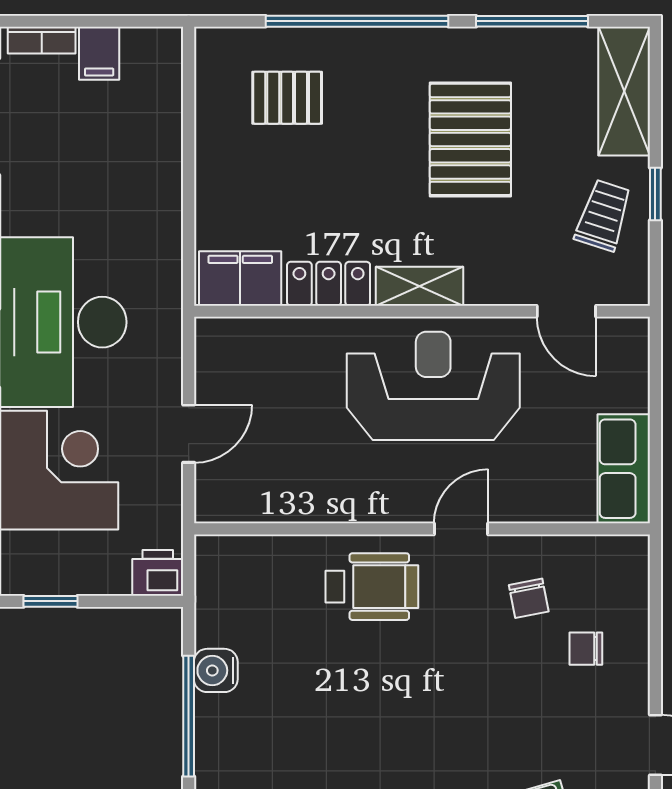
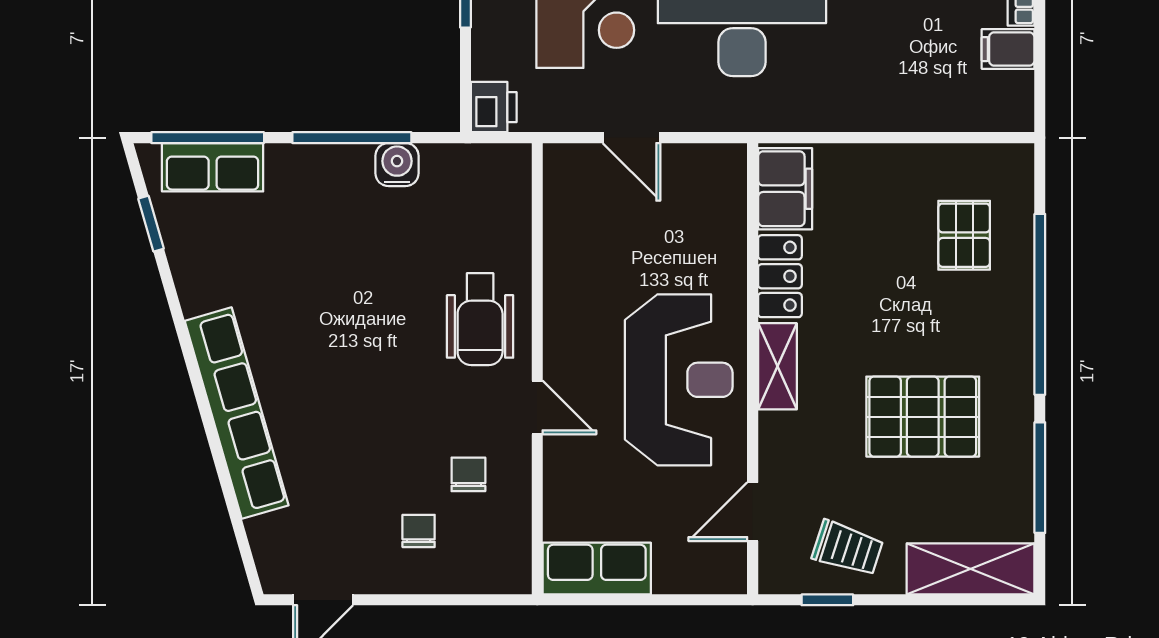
window: (655, 194) -> (827, 600), moved
chair: (529, 598) -> (468, 474), turned 101

